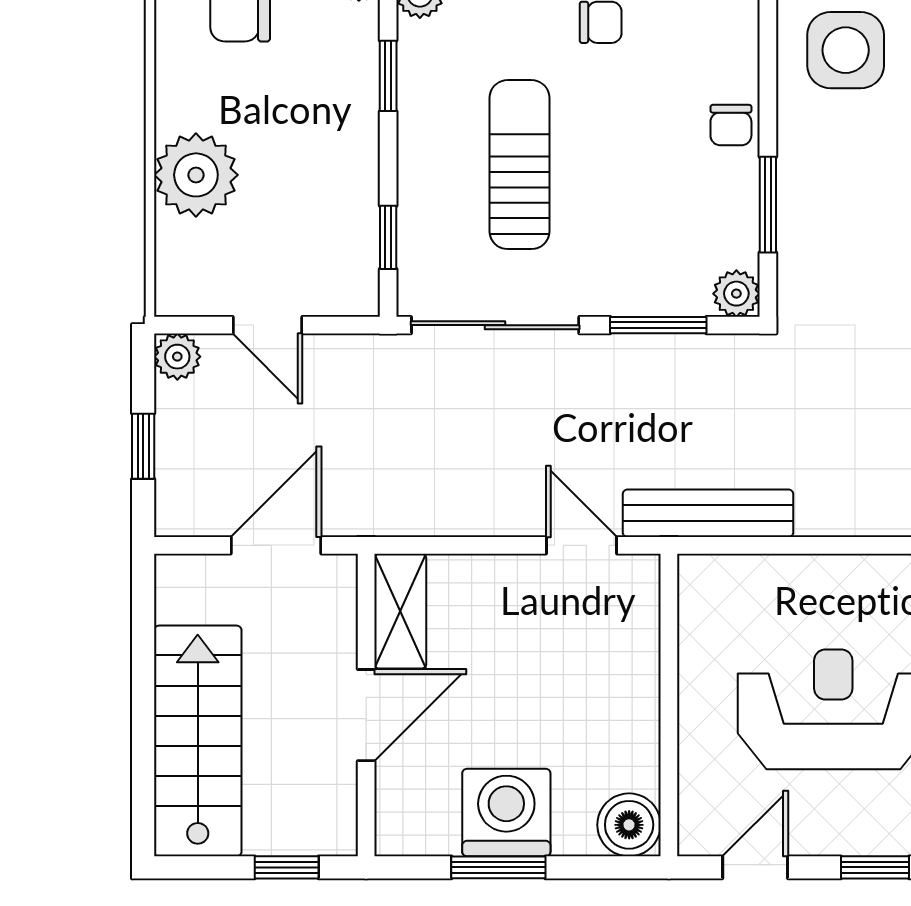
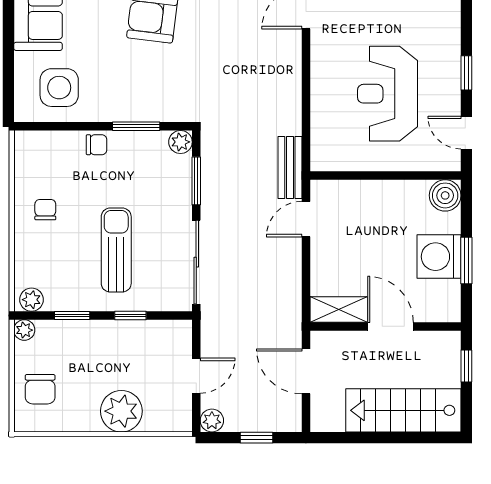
sun lounger: (520, 165) -> (116, 250), turned 90
window: (388, 237) -> (130, 315), moved
bench: (708, 513) -> (290, 167), width x0.73

